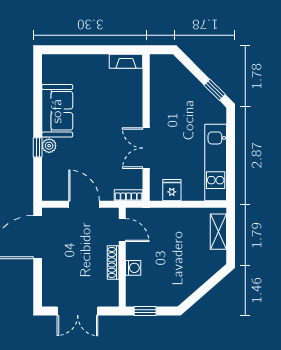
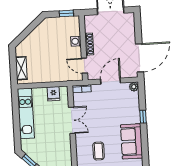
coffee table: (108, 99) -> (99, 151), added
plant: (49, 146) -> (134, 87), moved
door: (84, 204) -> (110, 81), swing flipped

